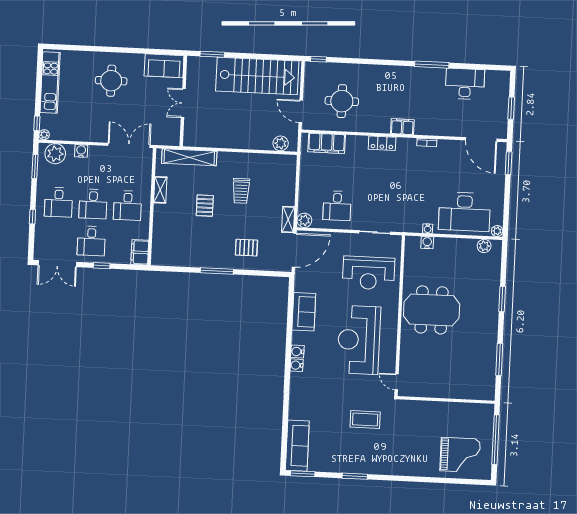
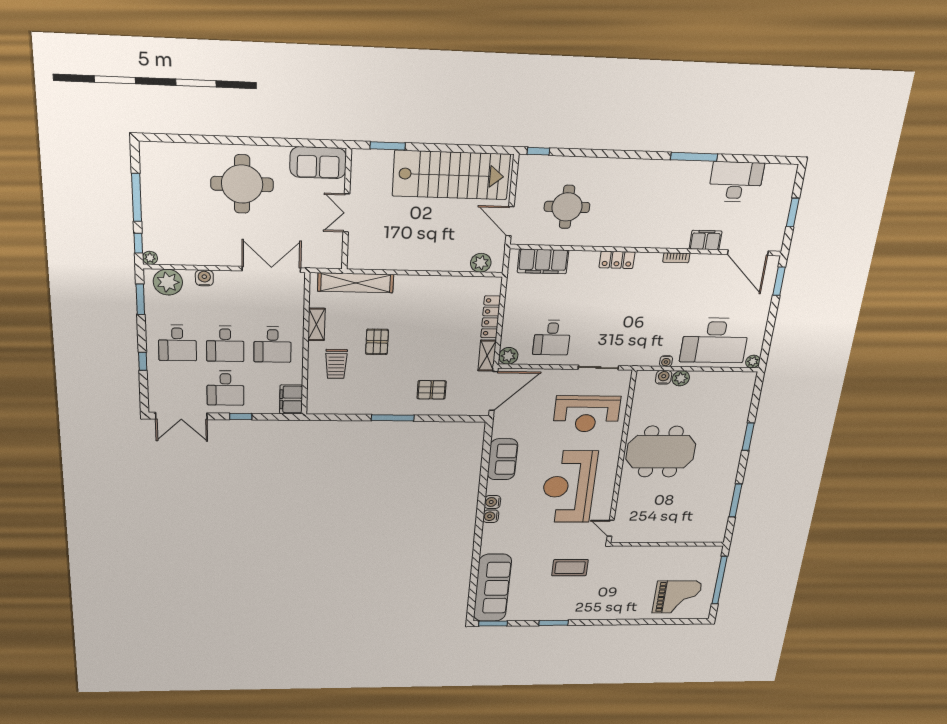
round table: (111, 81) -> (242, 184), width x1.36, depth x1.36
kitchen unit: (50, 83) -> (153, 188), removed
window: (38, 89) -> (137, 197), added
filing cabinet: (402, 127) -> (706, 240), moved
locker: (290, 187) -> (491, 317), added
trolley: (241, 191) -> (336, 364), moved
plant: (484, 246) -> (681, 378), moved
sofa: (297, 446) -> (492, 588), width x1.36, depth x1.27

